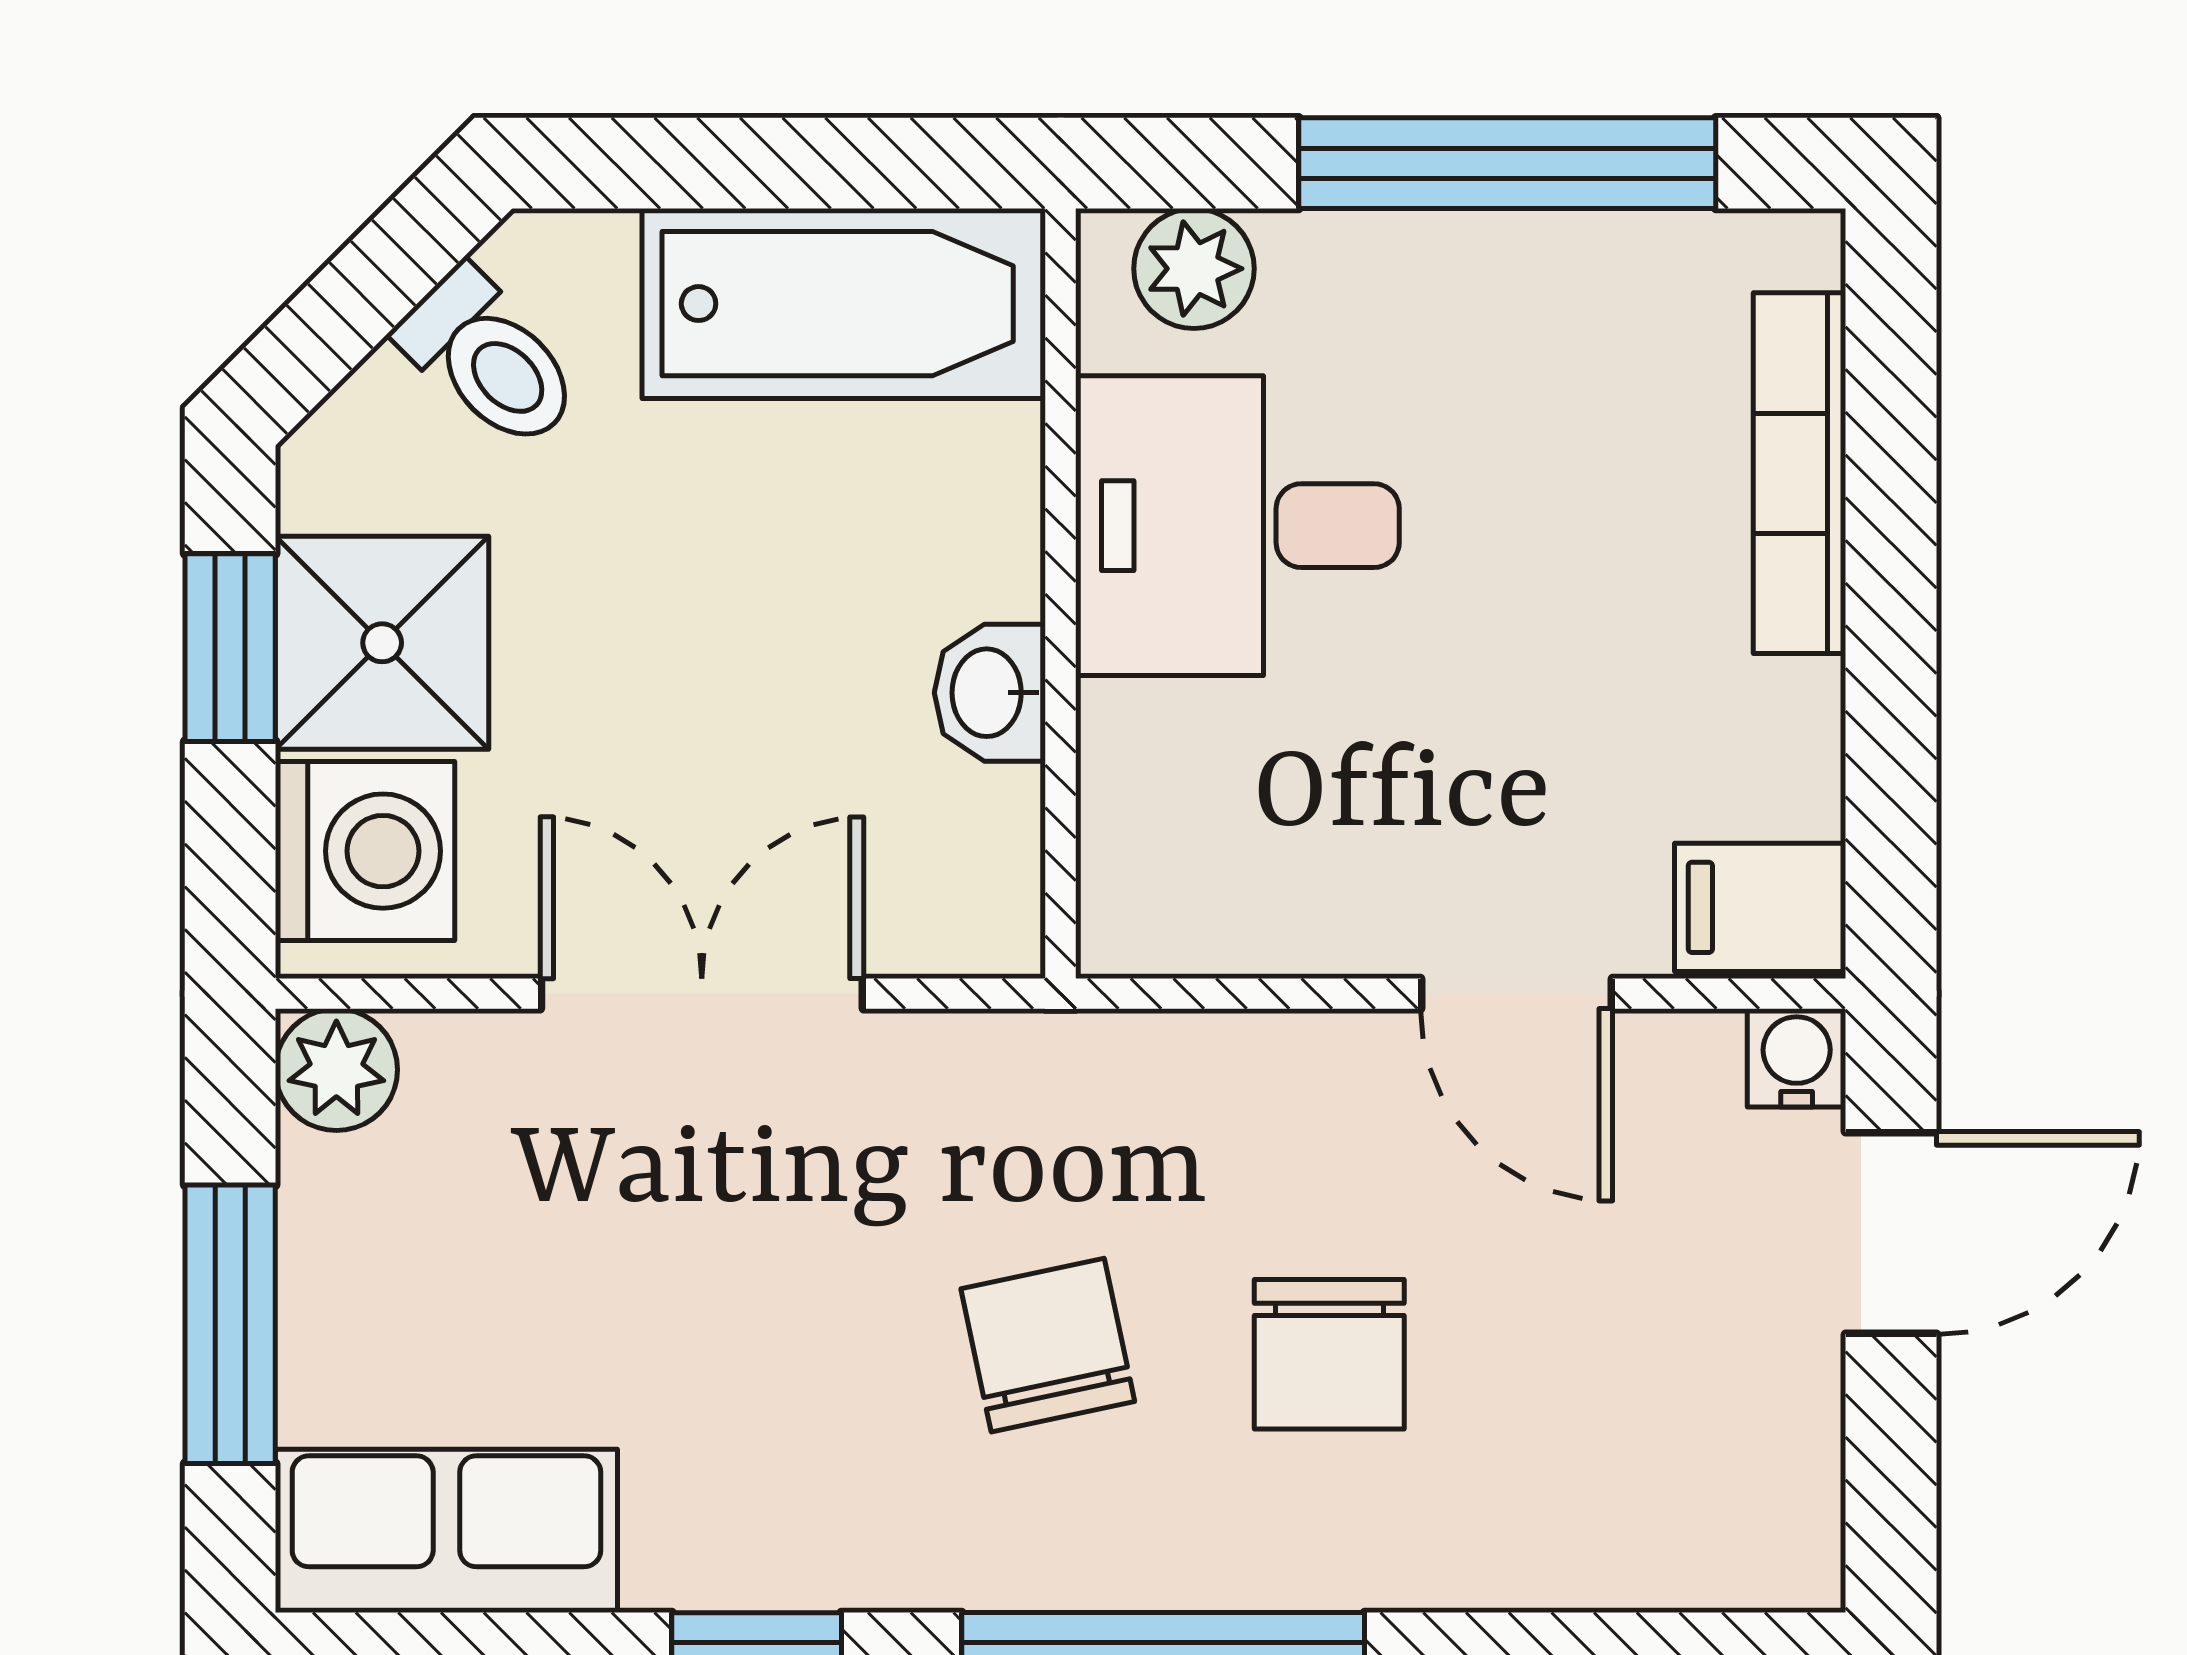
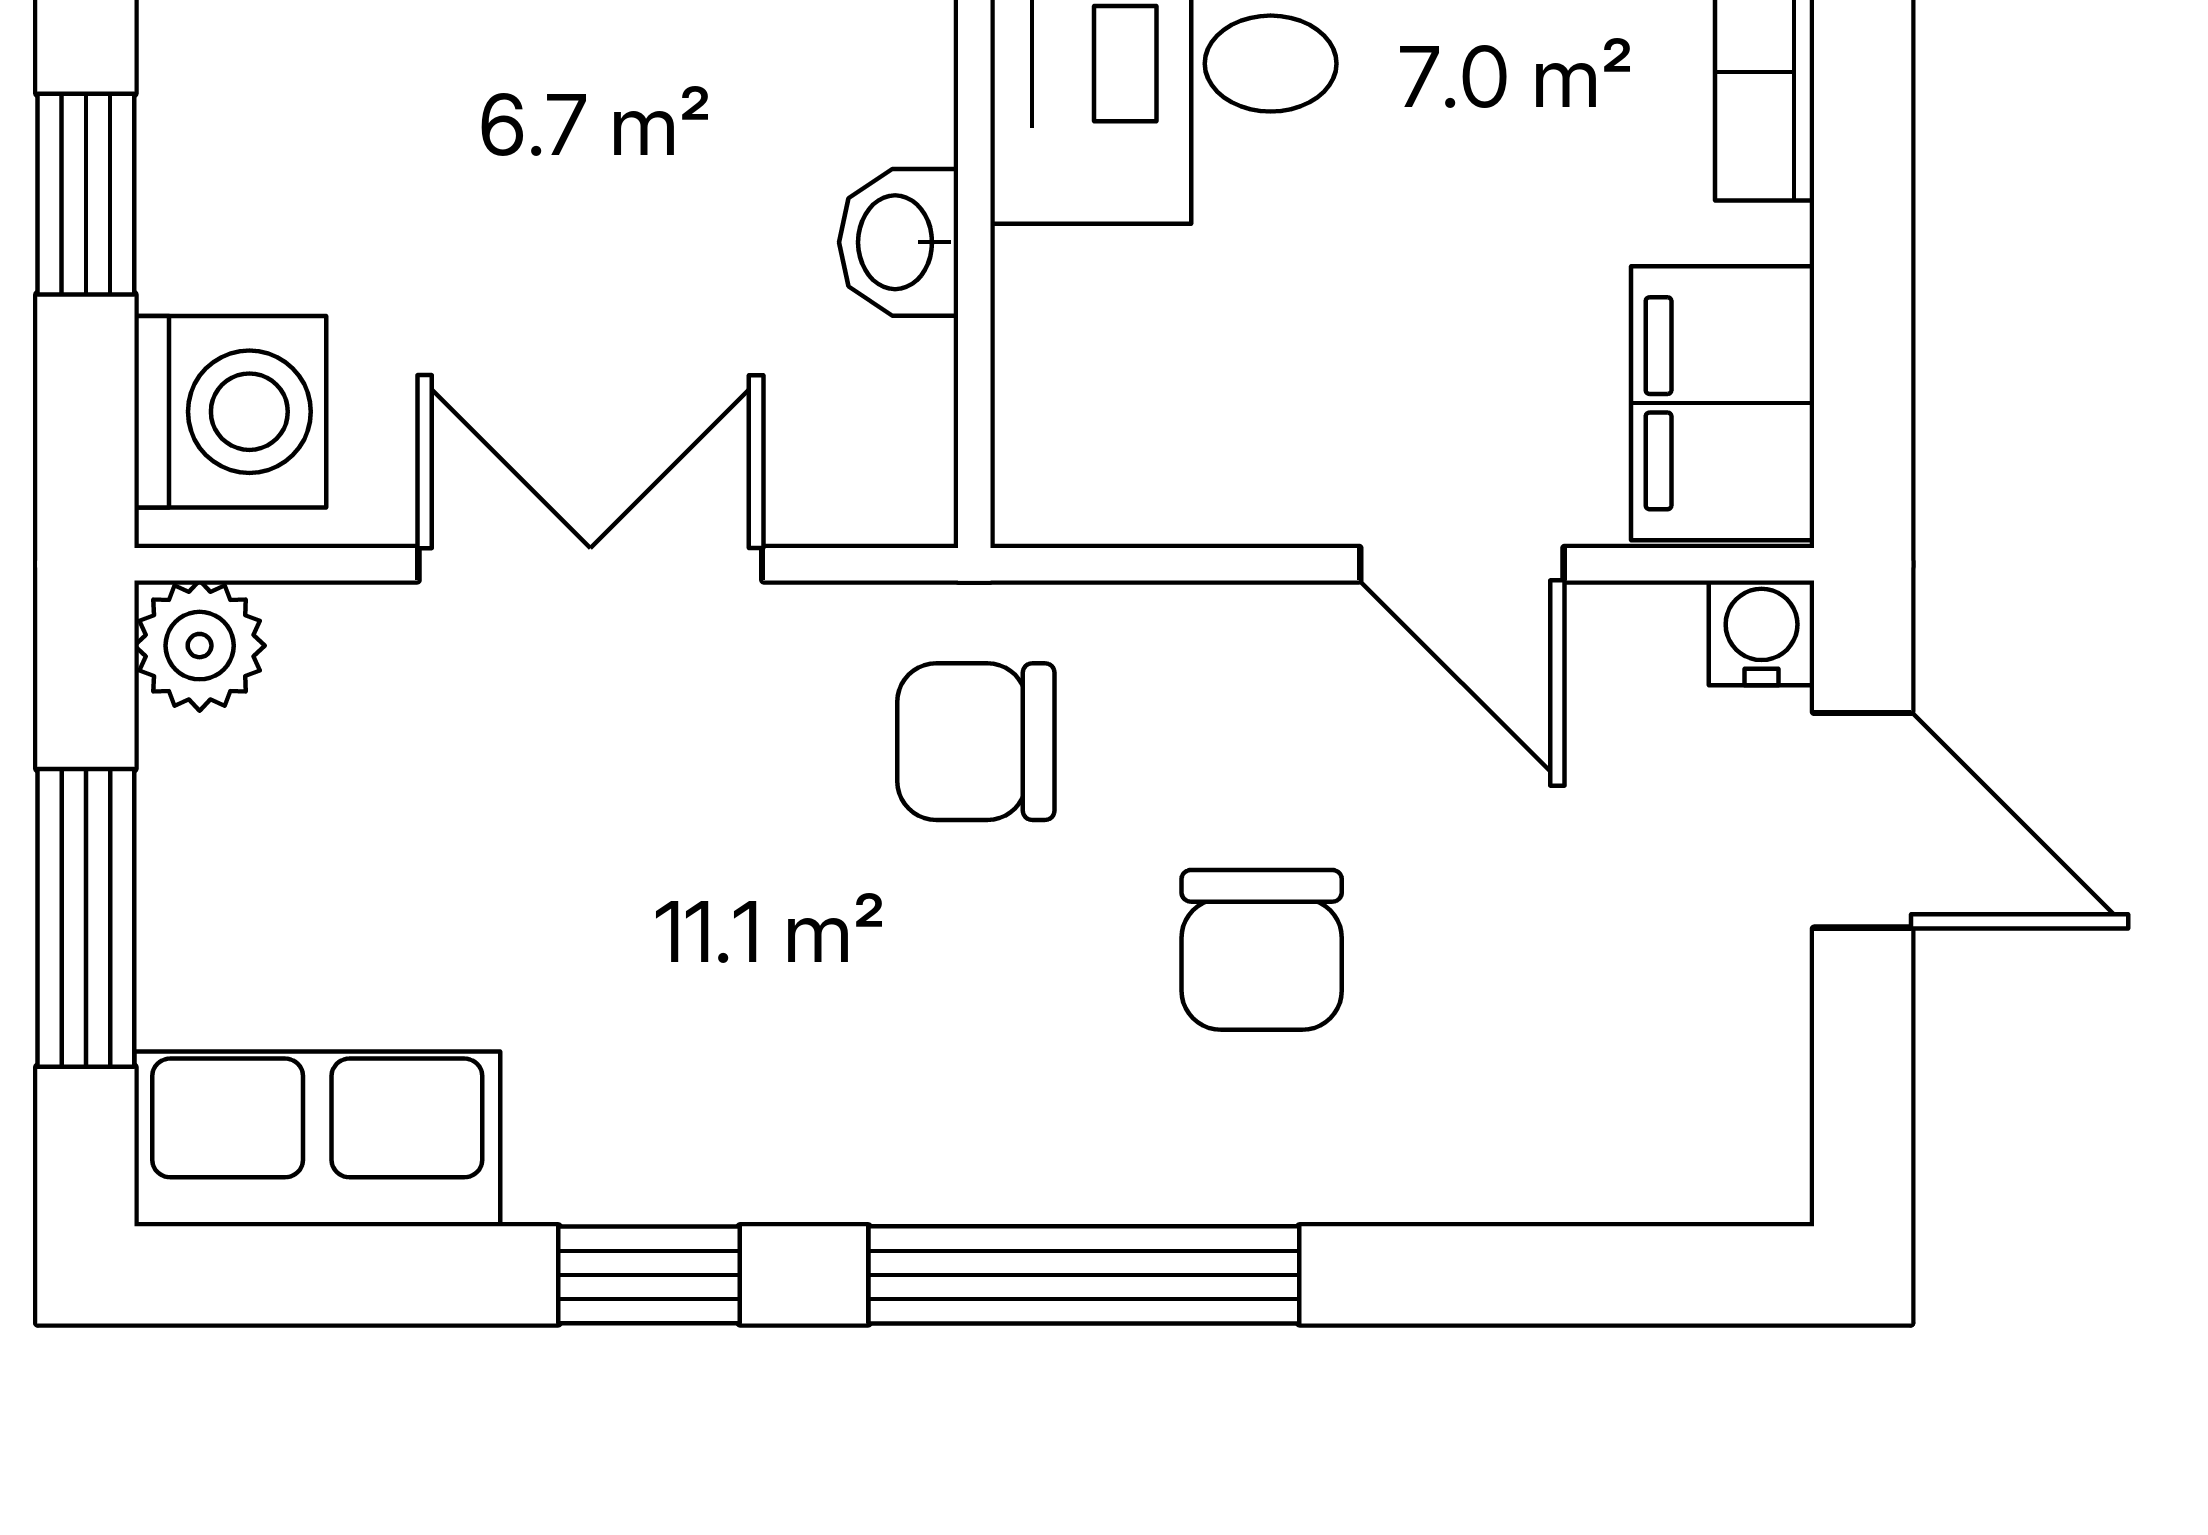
shower: (382, 643) -> (248, 189), removed
filing cabinet: (1760, 907) -> (1723, 403), width x2.00
door: (1891, 1233) -> (1863, 820), hinge flipped
chair: (1048, 1345) -> (976, 742), moved, turned -78

